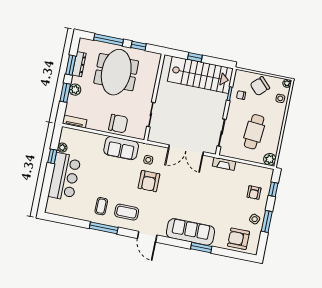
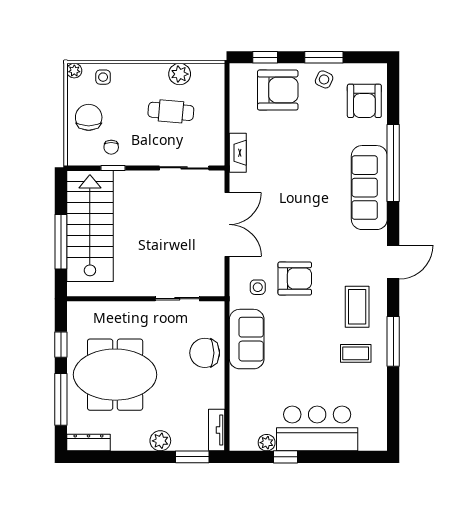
window: (195, 57) -> (61, 242), width x2.17
dresser: (79, 64) -> (88, 443), moved
window: (71, 65) -> (119, 457), removed
chair: (260, 86) -> (89, 117), turned -136
window: (65, 93) -> (192, 457), moved
chair: (118, 124) -> (205, 353), turned -90
cafe table: (254, 132) -> (171, 111), width x0.73, depth x0.74
plant: (270, 159) -> (180, 74), moved
armchair: (254, 193) -> (278, 90), width x1.88, depth x1.88
window: (201, 248) -> (393, 163), width x2.11

